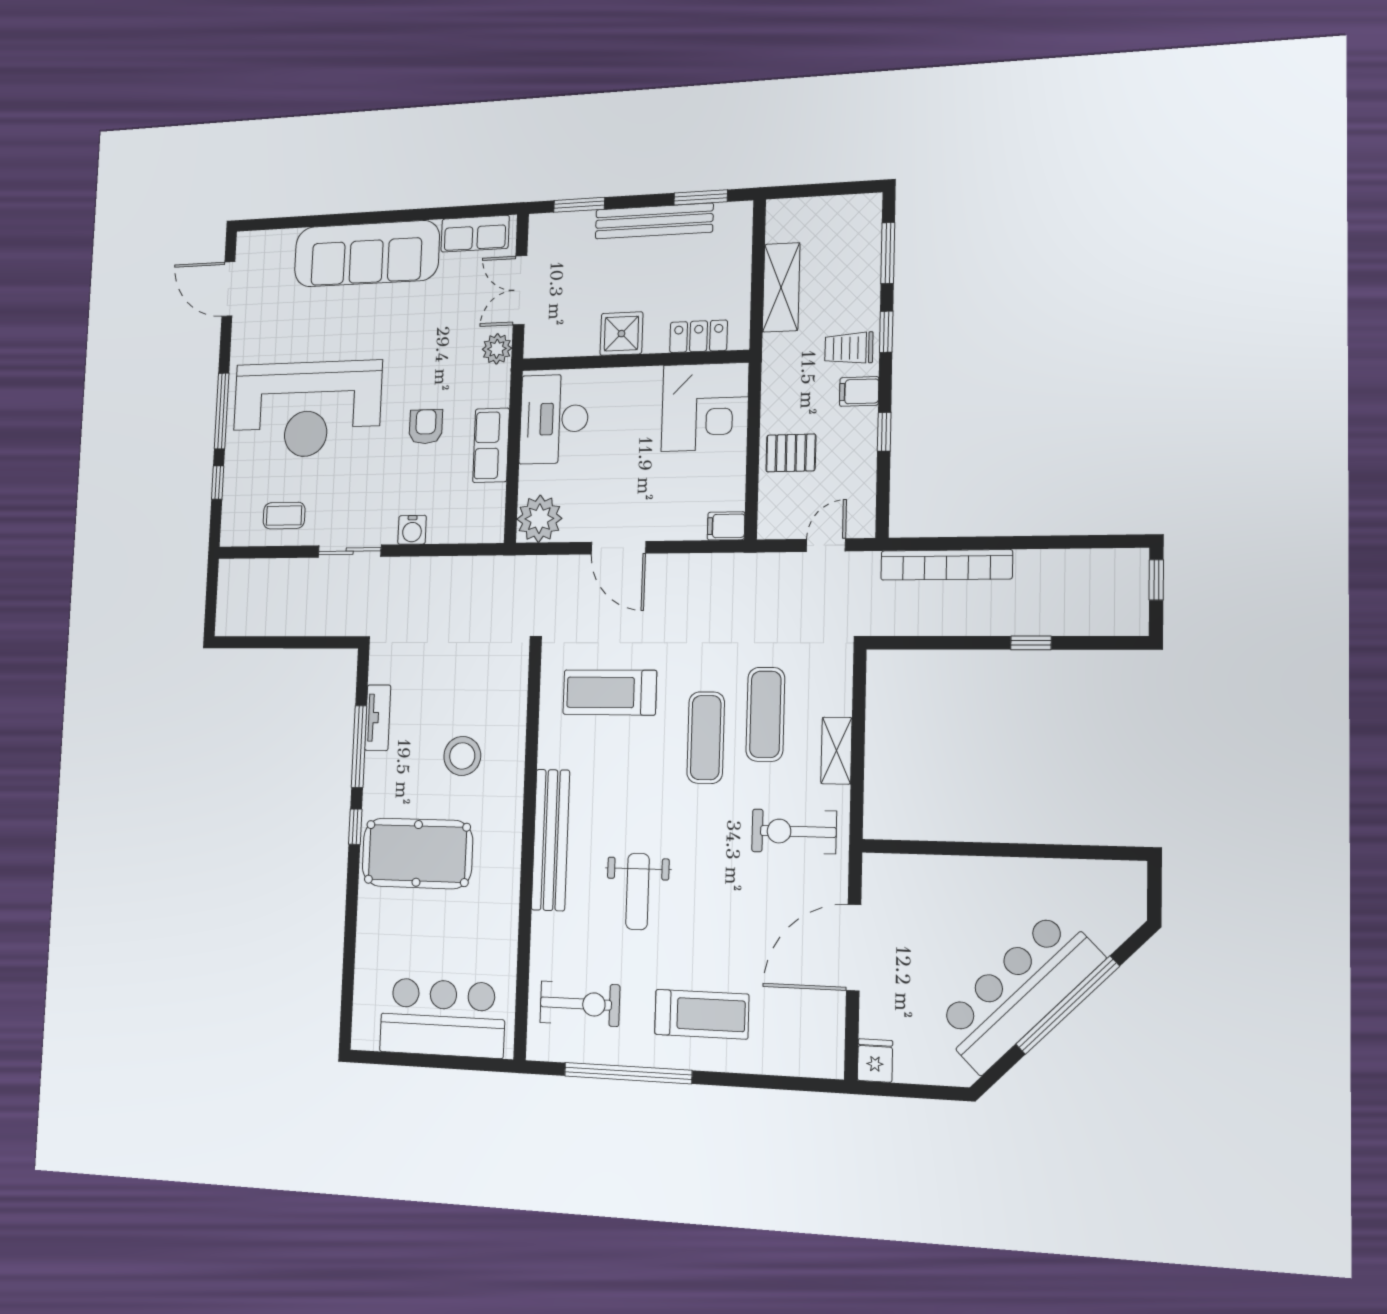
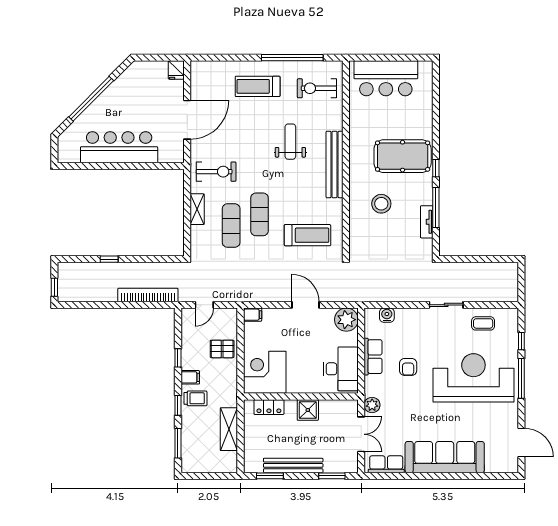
water cooler: (412, 530) -> (387, 315), moved
bar counter: (1019, 991) -> (119, 147), moved, turned -135

